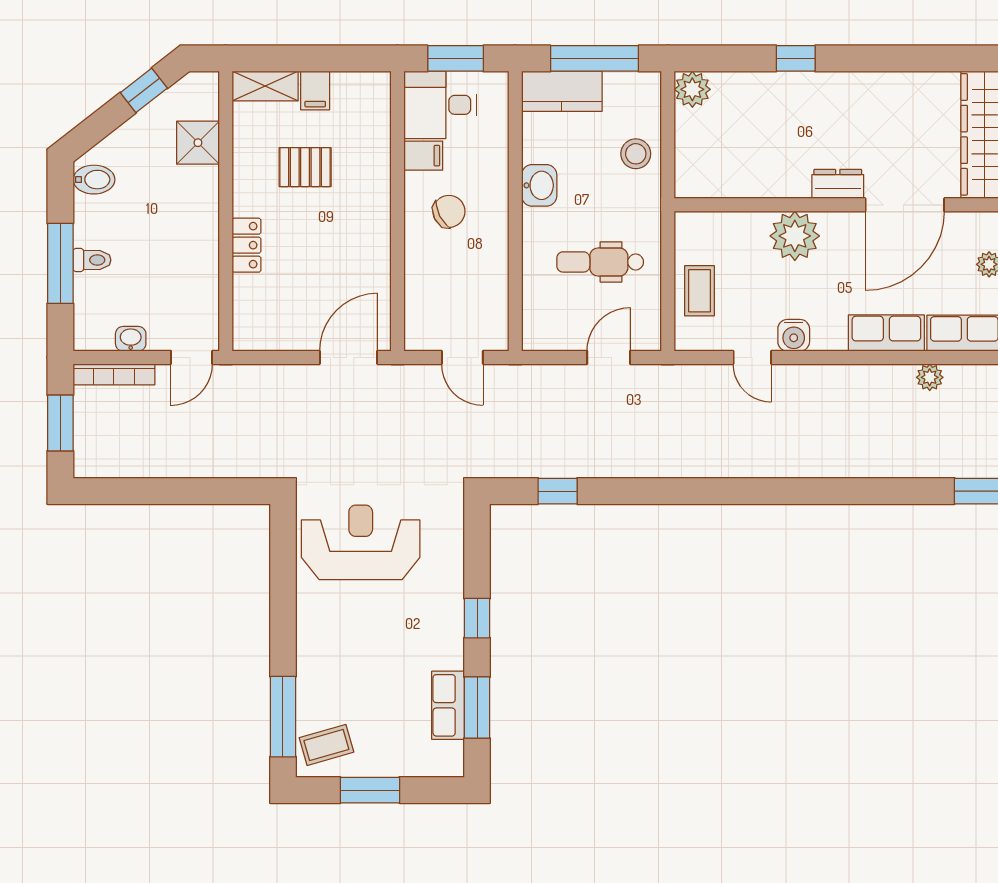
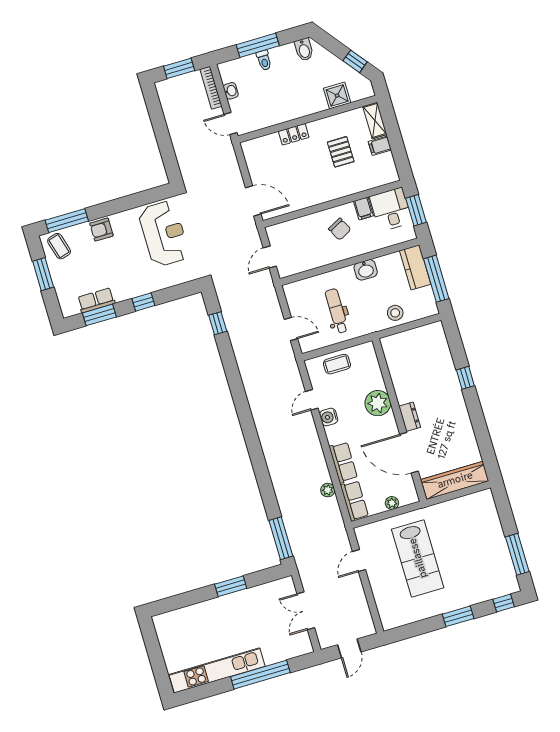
plant: (692, 89) -> (435, 331), removed
armchair: (319, 657) -> (101, 230), added

